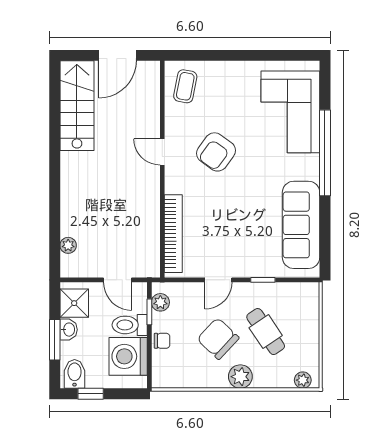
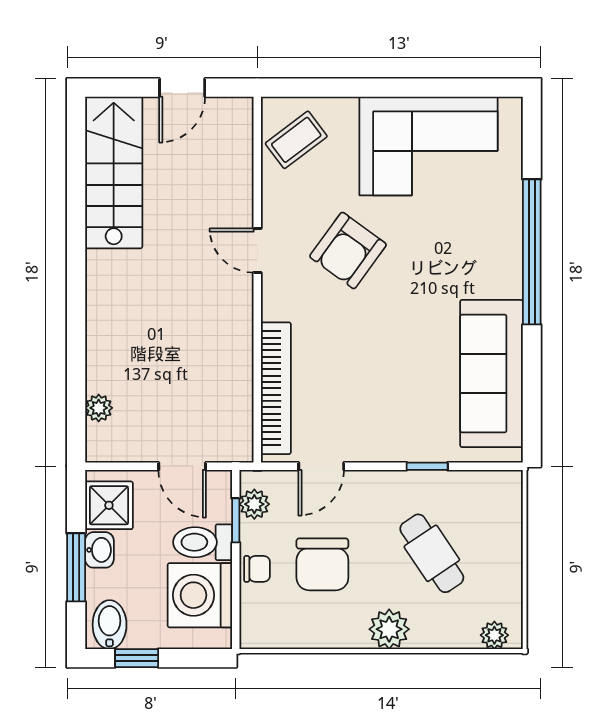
door: (118, 55) -> (182, 88), width x0.73
coffee table: (185, 86) -> (296, 140), turned 42
corner sofa: (290, 112) -> (428, 146), moved, turned -90
door: (218, 280) -> (321, 466), moved
chair: (218, 339) -> (322, 564), moved, turned -133

